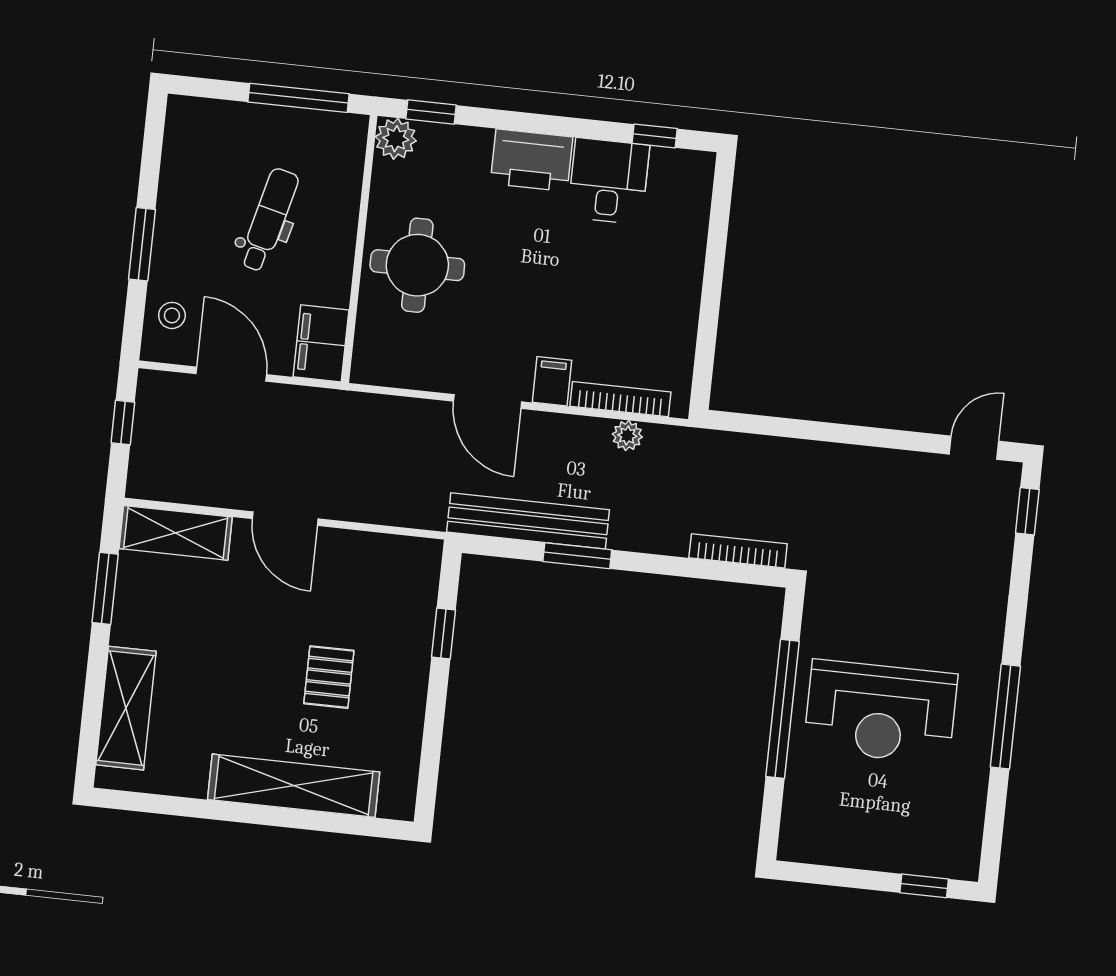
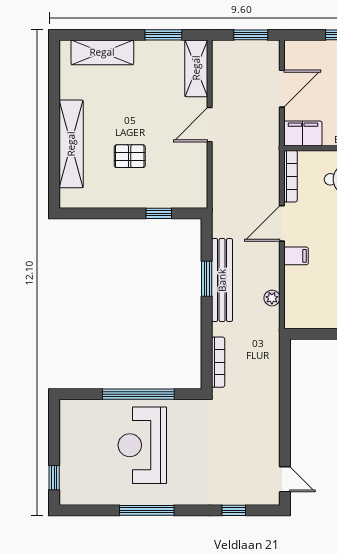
stool: (172, 315) -> (309, 54), removed
bookcase: (620, 399) -> (291, 176), moved
window: (123, 423) -> (251, 35), width x1.50
window: (1027, 511) -> (234, 510), moved
bench: (528, 521) -> (222, 280), moved

